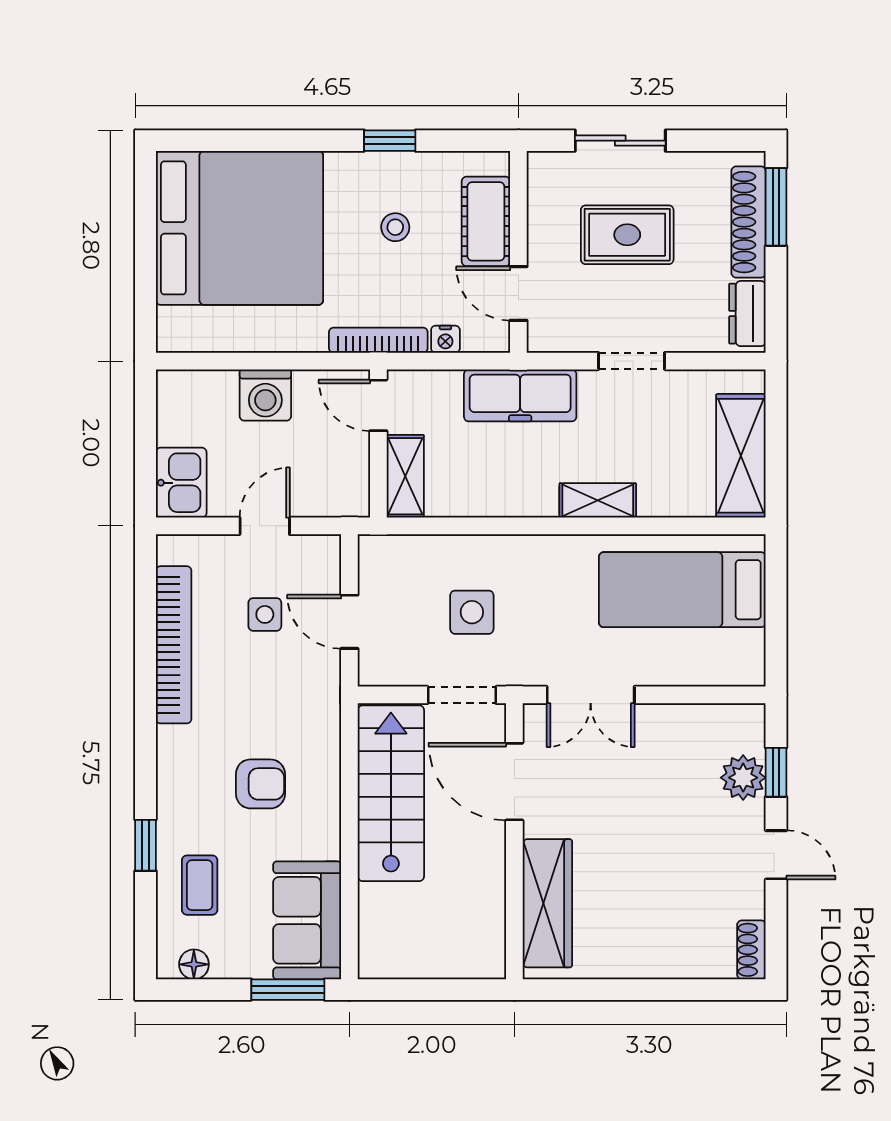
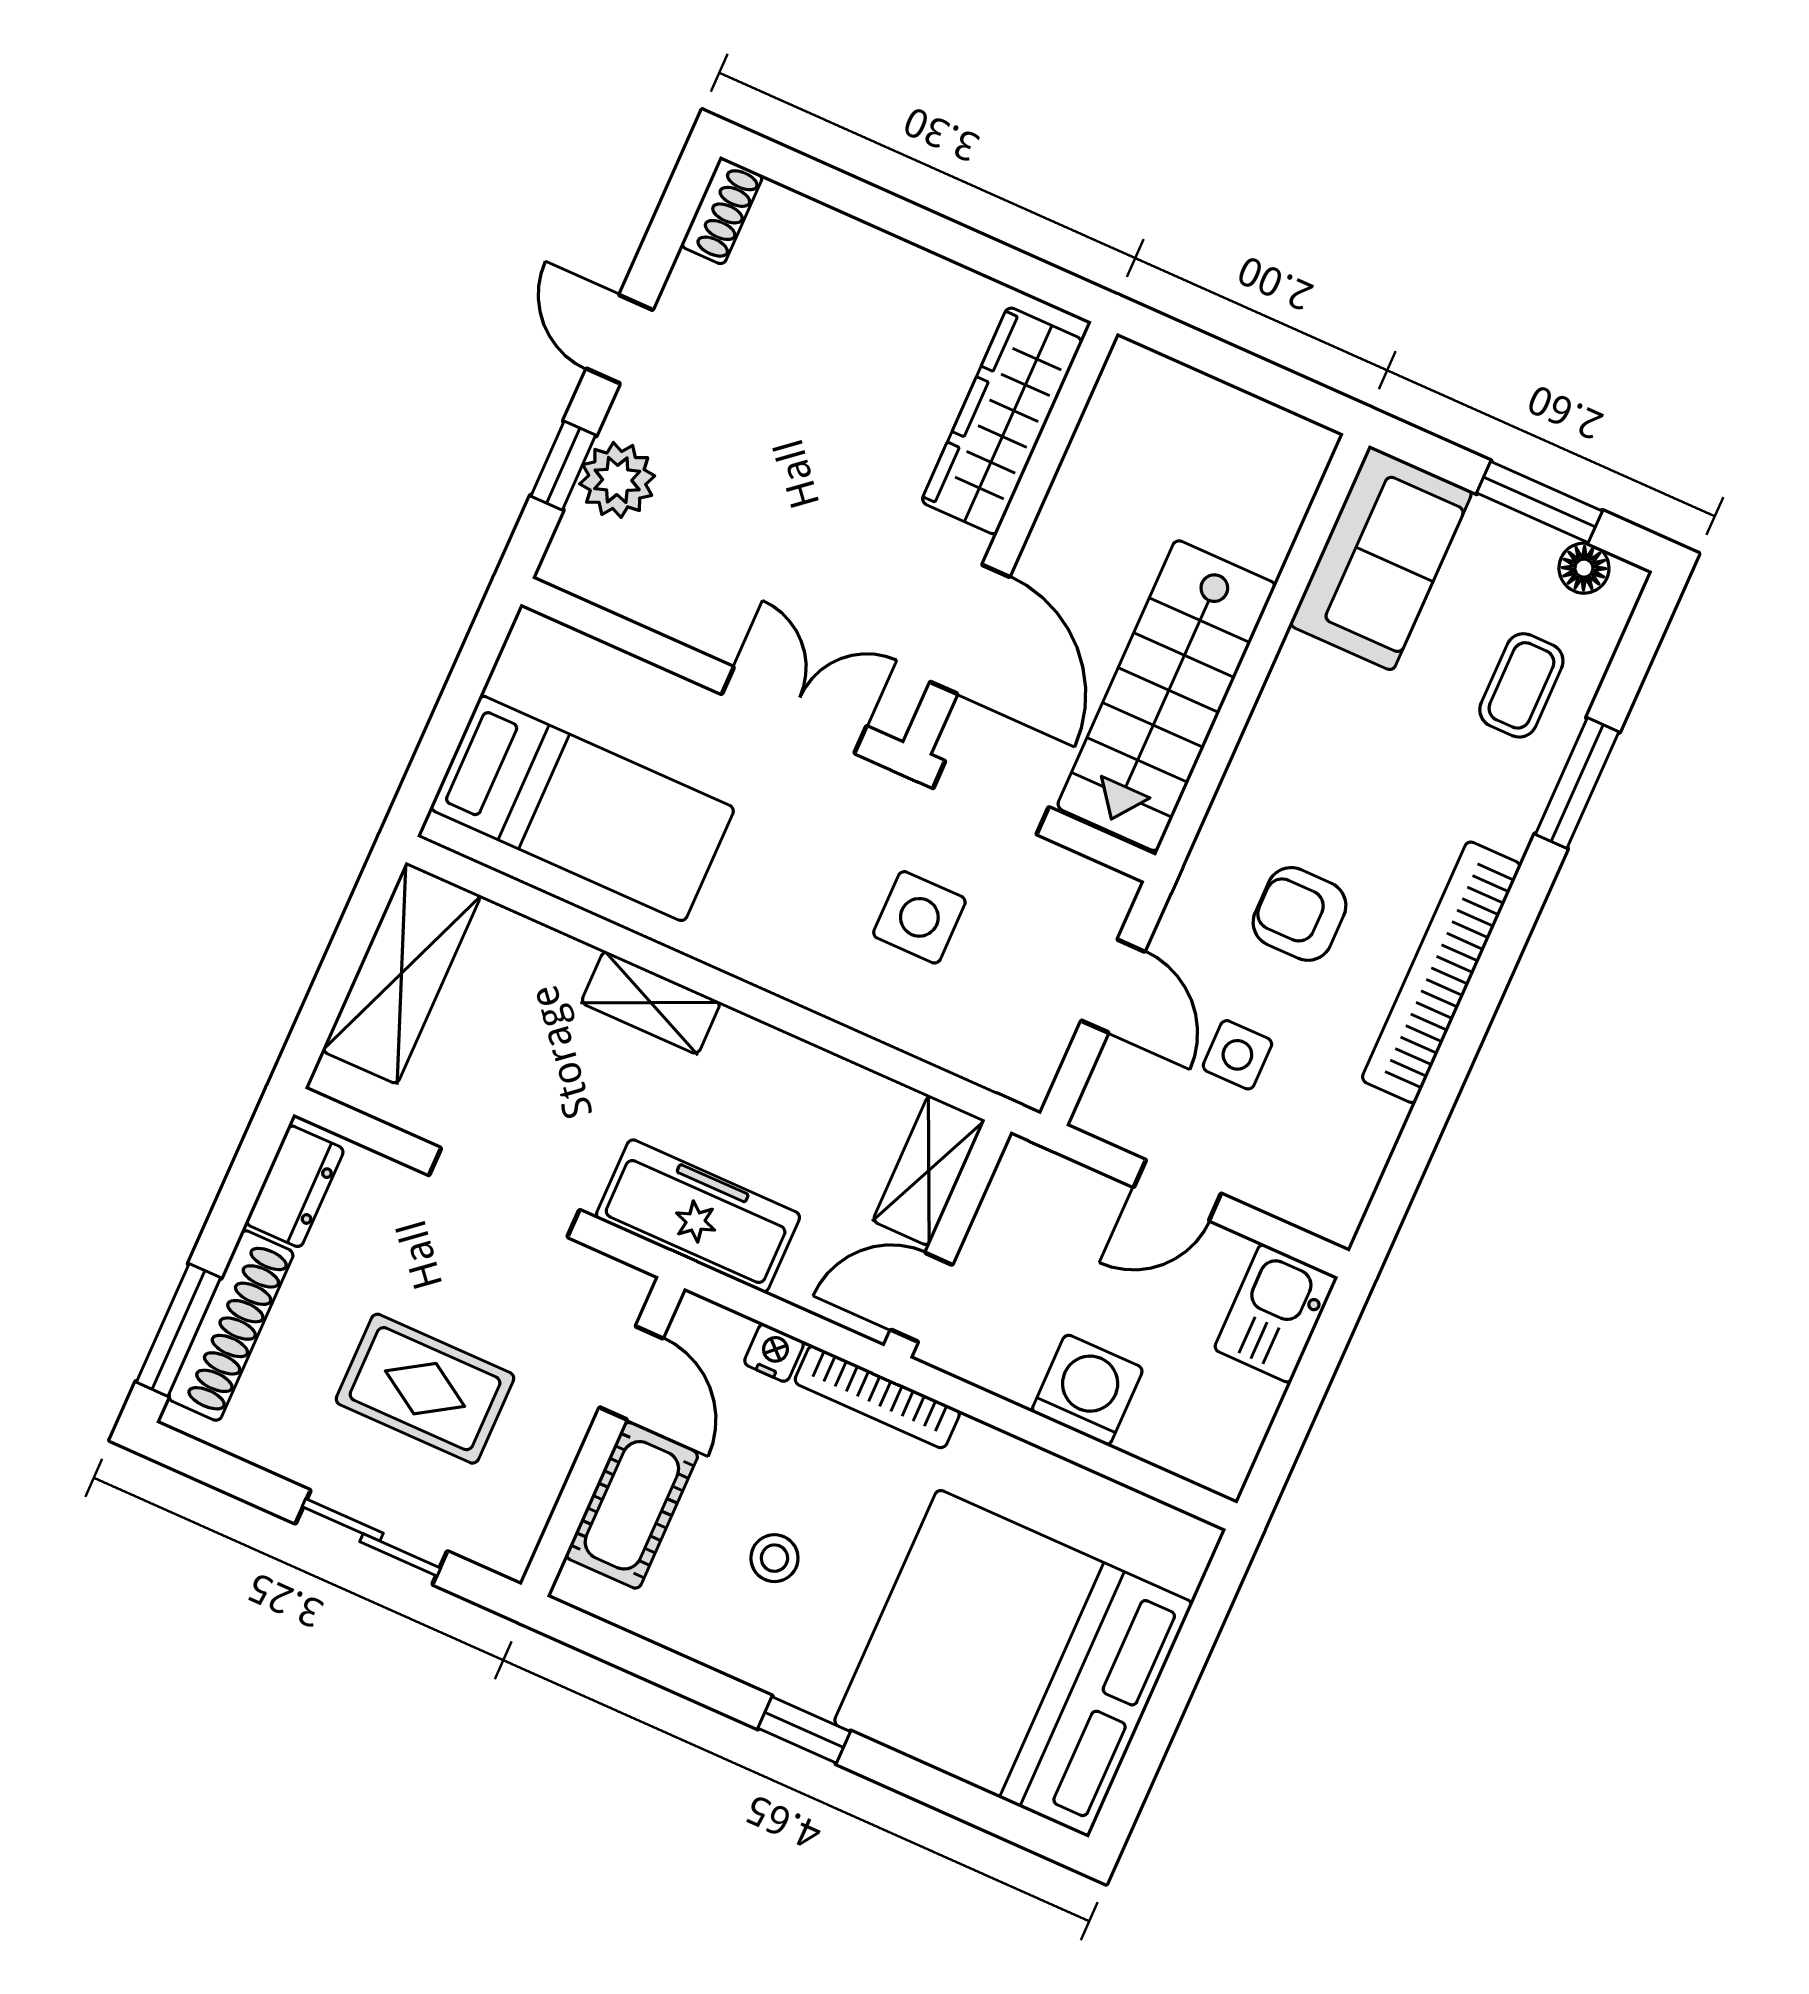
window: (390, 141) -> (804, 1730), moved
doorway: (632, 361) -> (504, 1193), width x1.38
door: (378, 405) -> (922, 1297), swing flipped
bookcase: (174, 645) -> (1441, 972), moved
armchair: (260, 784) -> (1299, 914), moved
window: (145, 845) -> (1577, 783), width x1.50
window: (288, 990) -> (1539, 502), moved

